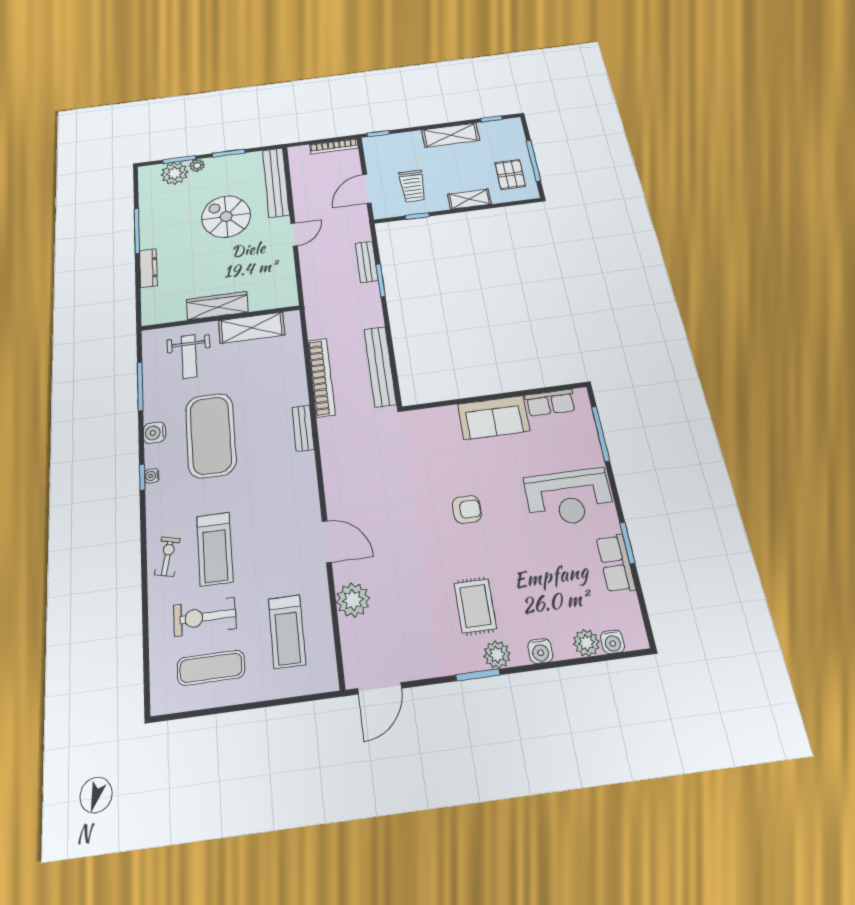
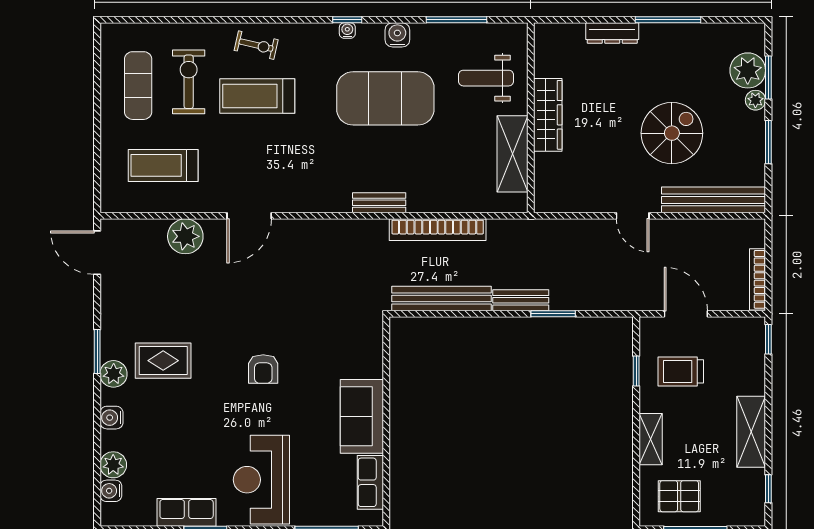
bench: (367, 262) -> (521, 300), moved

